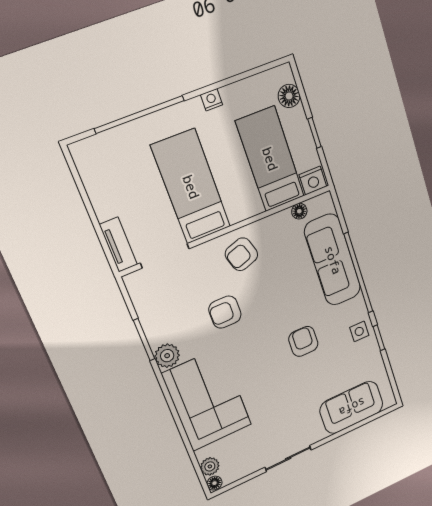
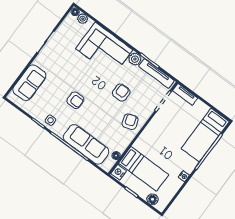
bed: (191, 187) -> (205, 135), moved, turned 90
tv unit: (146, 311) -> (156, 73), added

